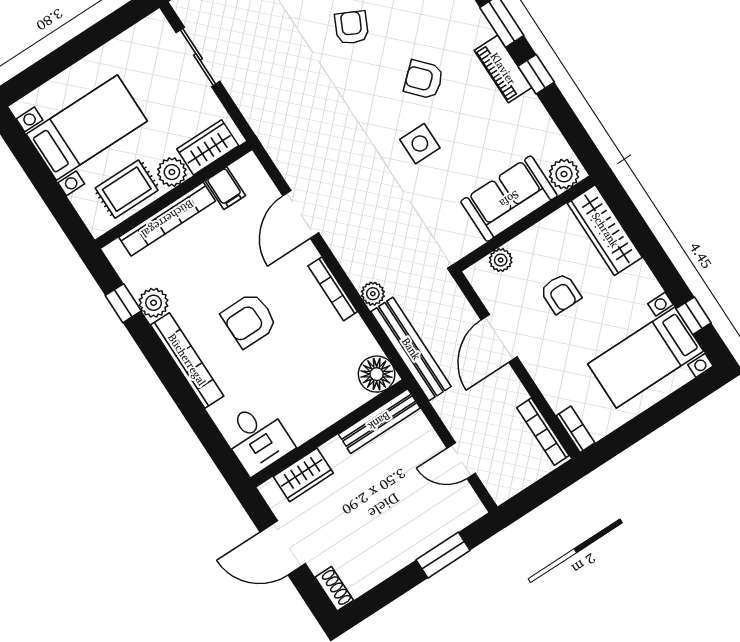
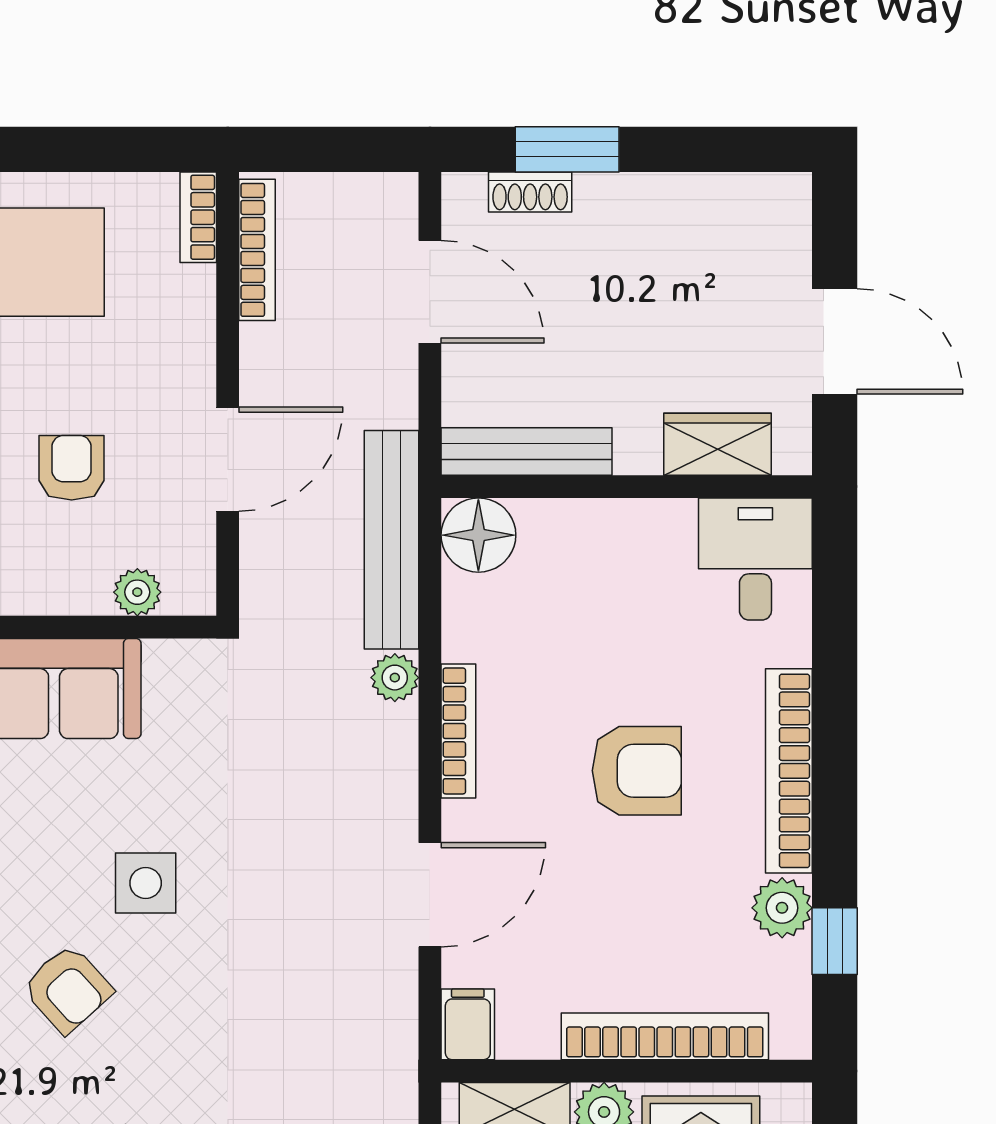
filing cabinet: (225, 188) -> (468, 1024), moved
door: (461, 461) -> (430, 292), width x1.38
shoe rack: (334, 589) -> (530, 192), moved, turned -90

